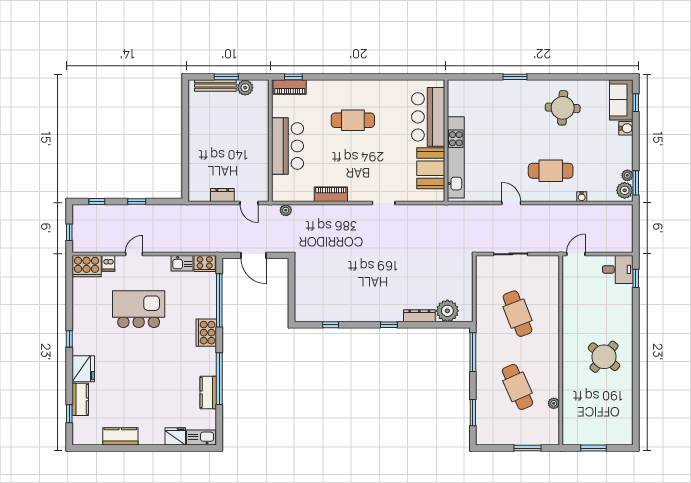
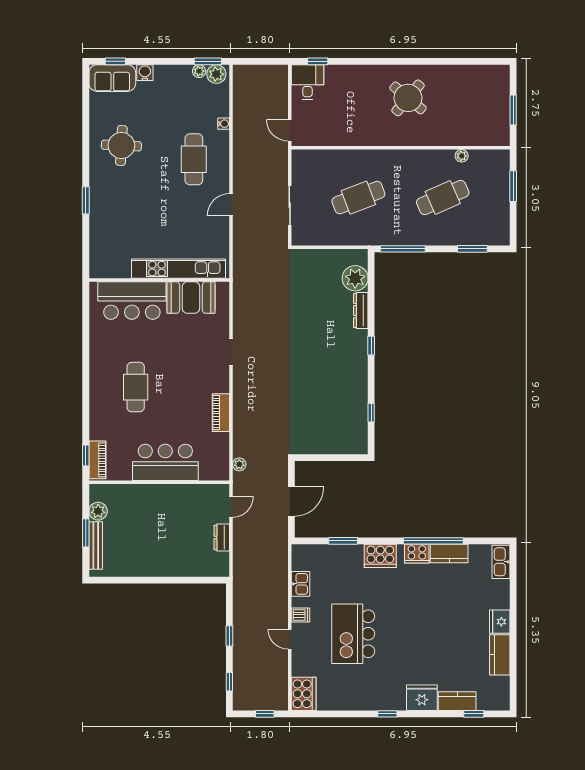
dishwasher: (108, 263) -> (300, 615), moved
cooker: (205, 264) -> (417, 554), moved, turned 90
window: (219, 300) -> (343, 541), width x0.47
fridge: (175, 436) -> (500, 622), moved

